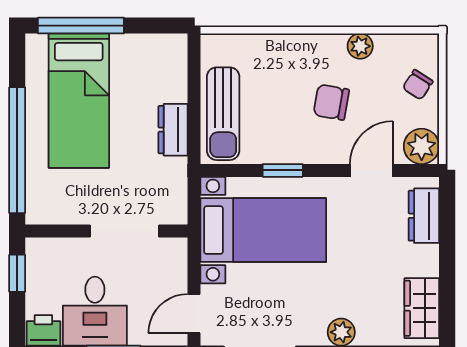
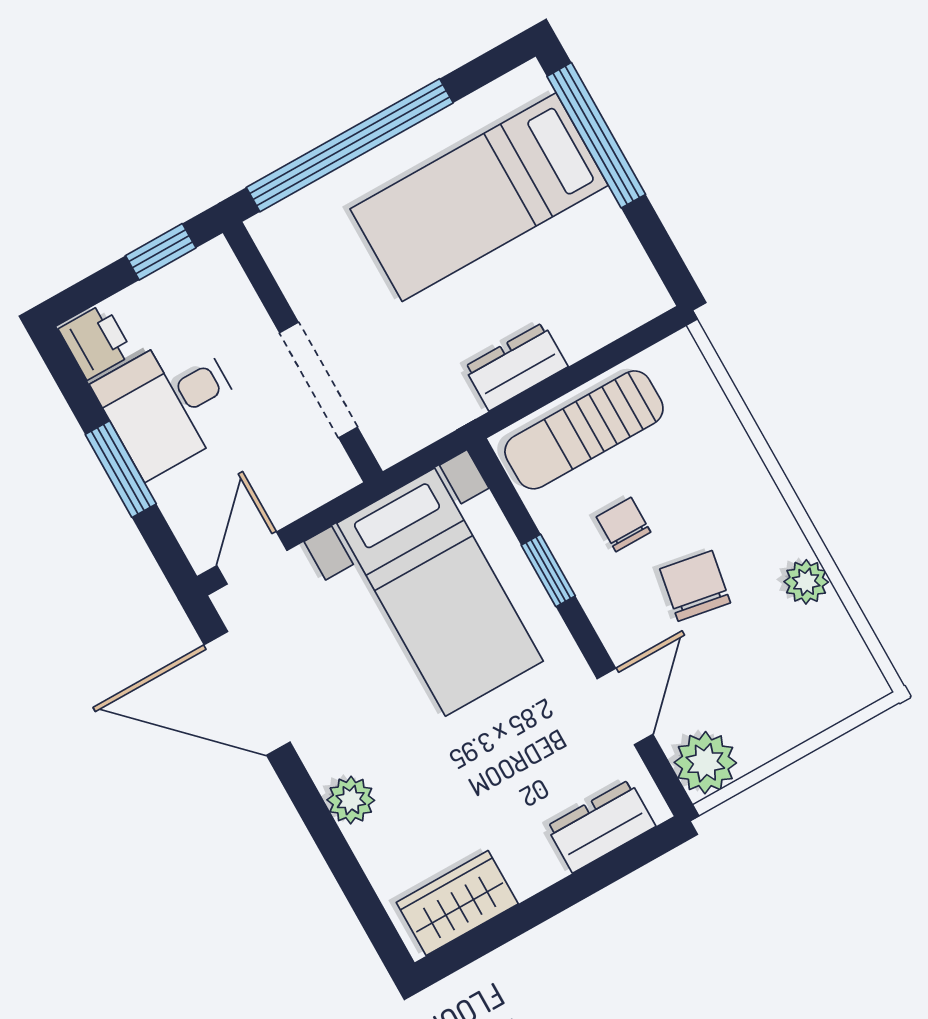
chair: (418, 85) -> (623, 525), moved, turned 57
door: (371, 170) -> (625, 706), hinge flipped
door: (194, 314) -> (252, 558), hinge flipped

